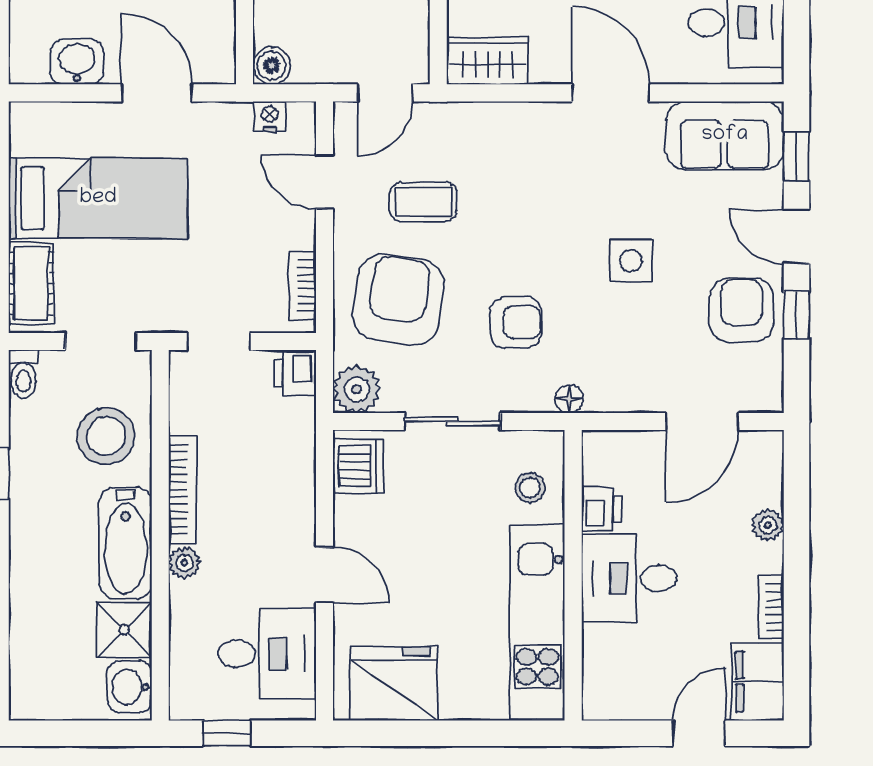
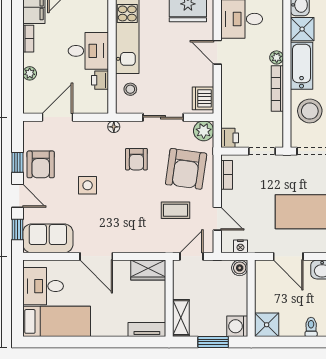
armchair: (516, 322) -> (136, 159), turned -88

